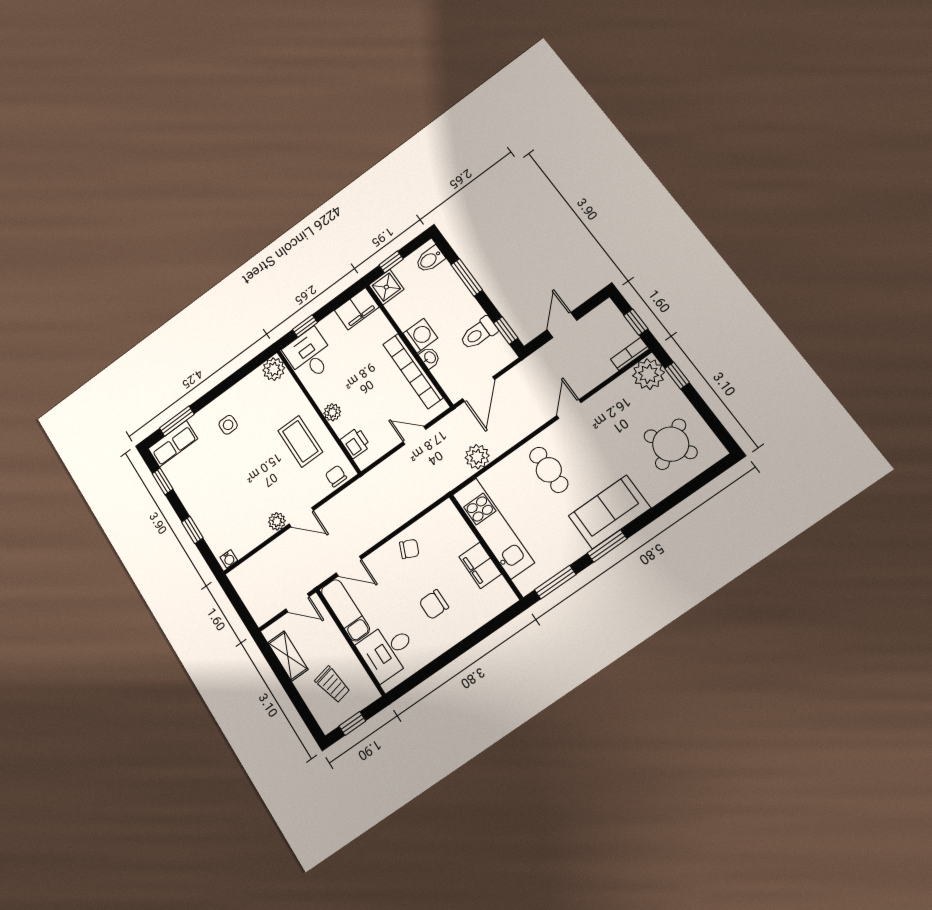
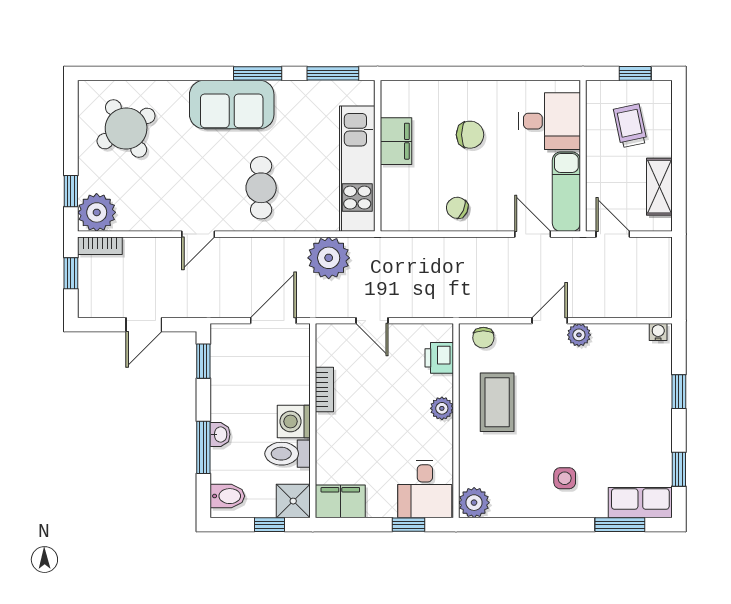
toilet: (479, 333) -> (288, 454), moved, turned 180
washbasin: (430, 358) -> (220, 434), moved, turned 180
bookcase: (413, 371) -> (324, 390), width x0.43, depth x0.76
plant: (477, 457) -> (329, 258), width x1.36, depth x1.36
door: (301, 517) -> (550, 321), hinge flipped

